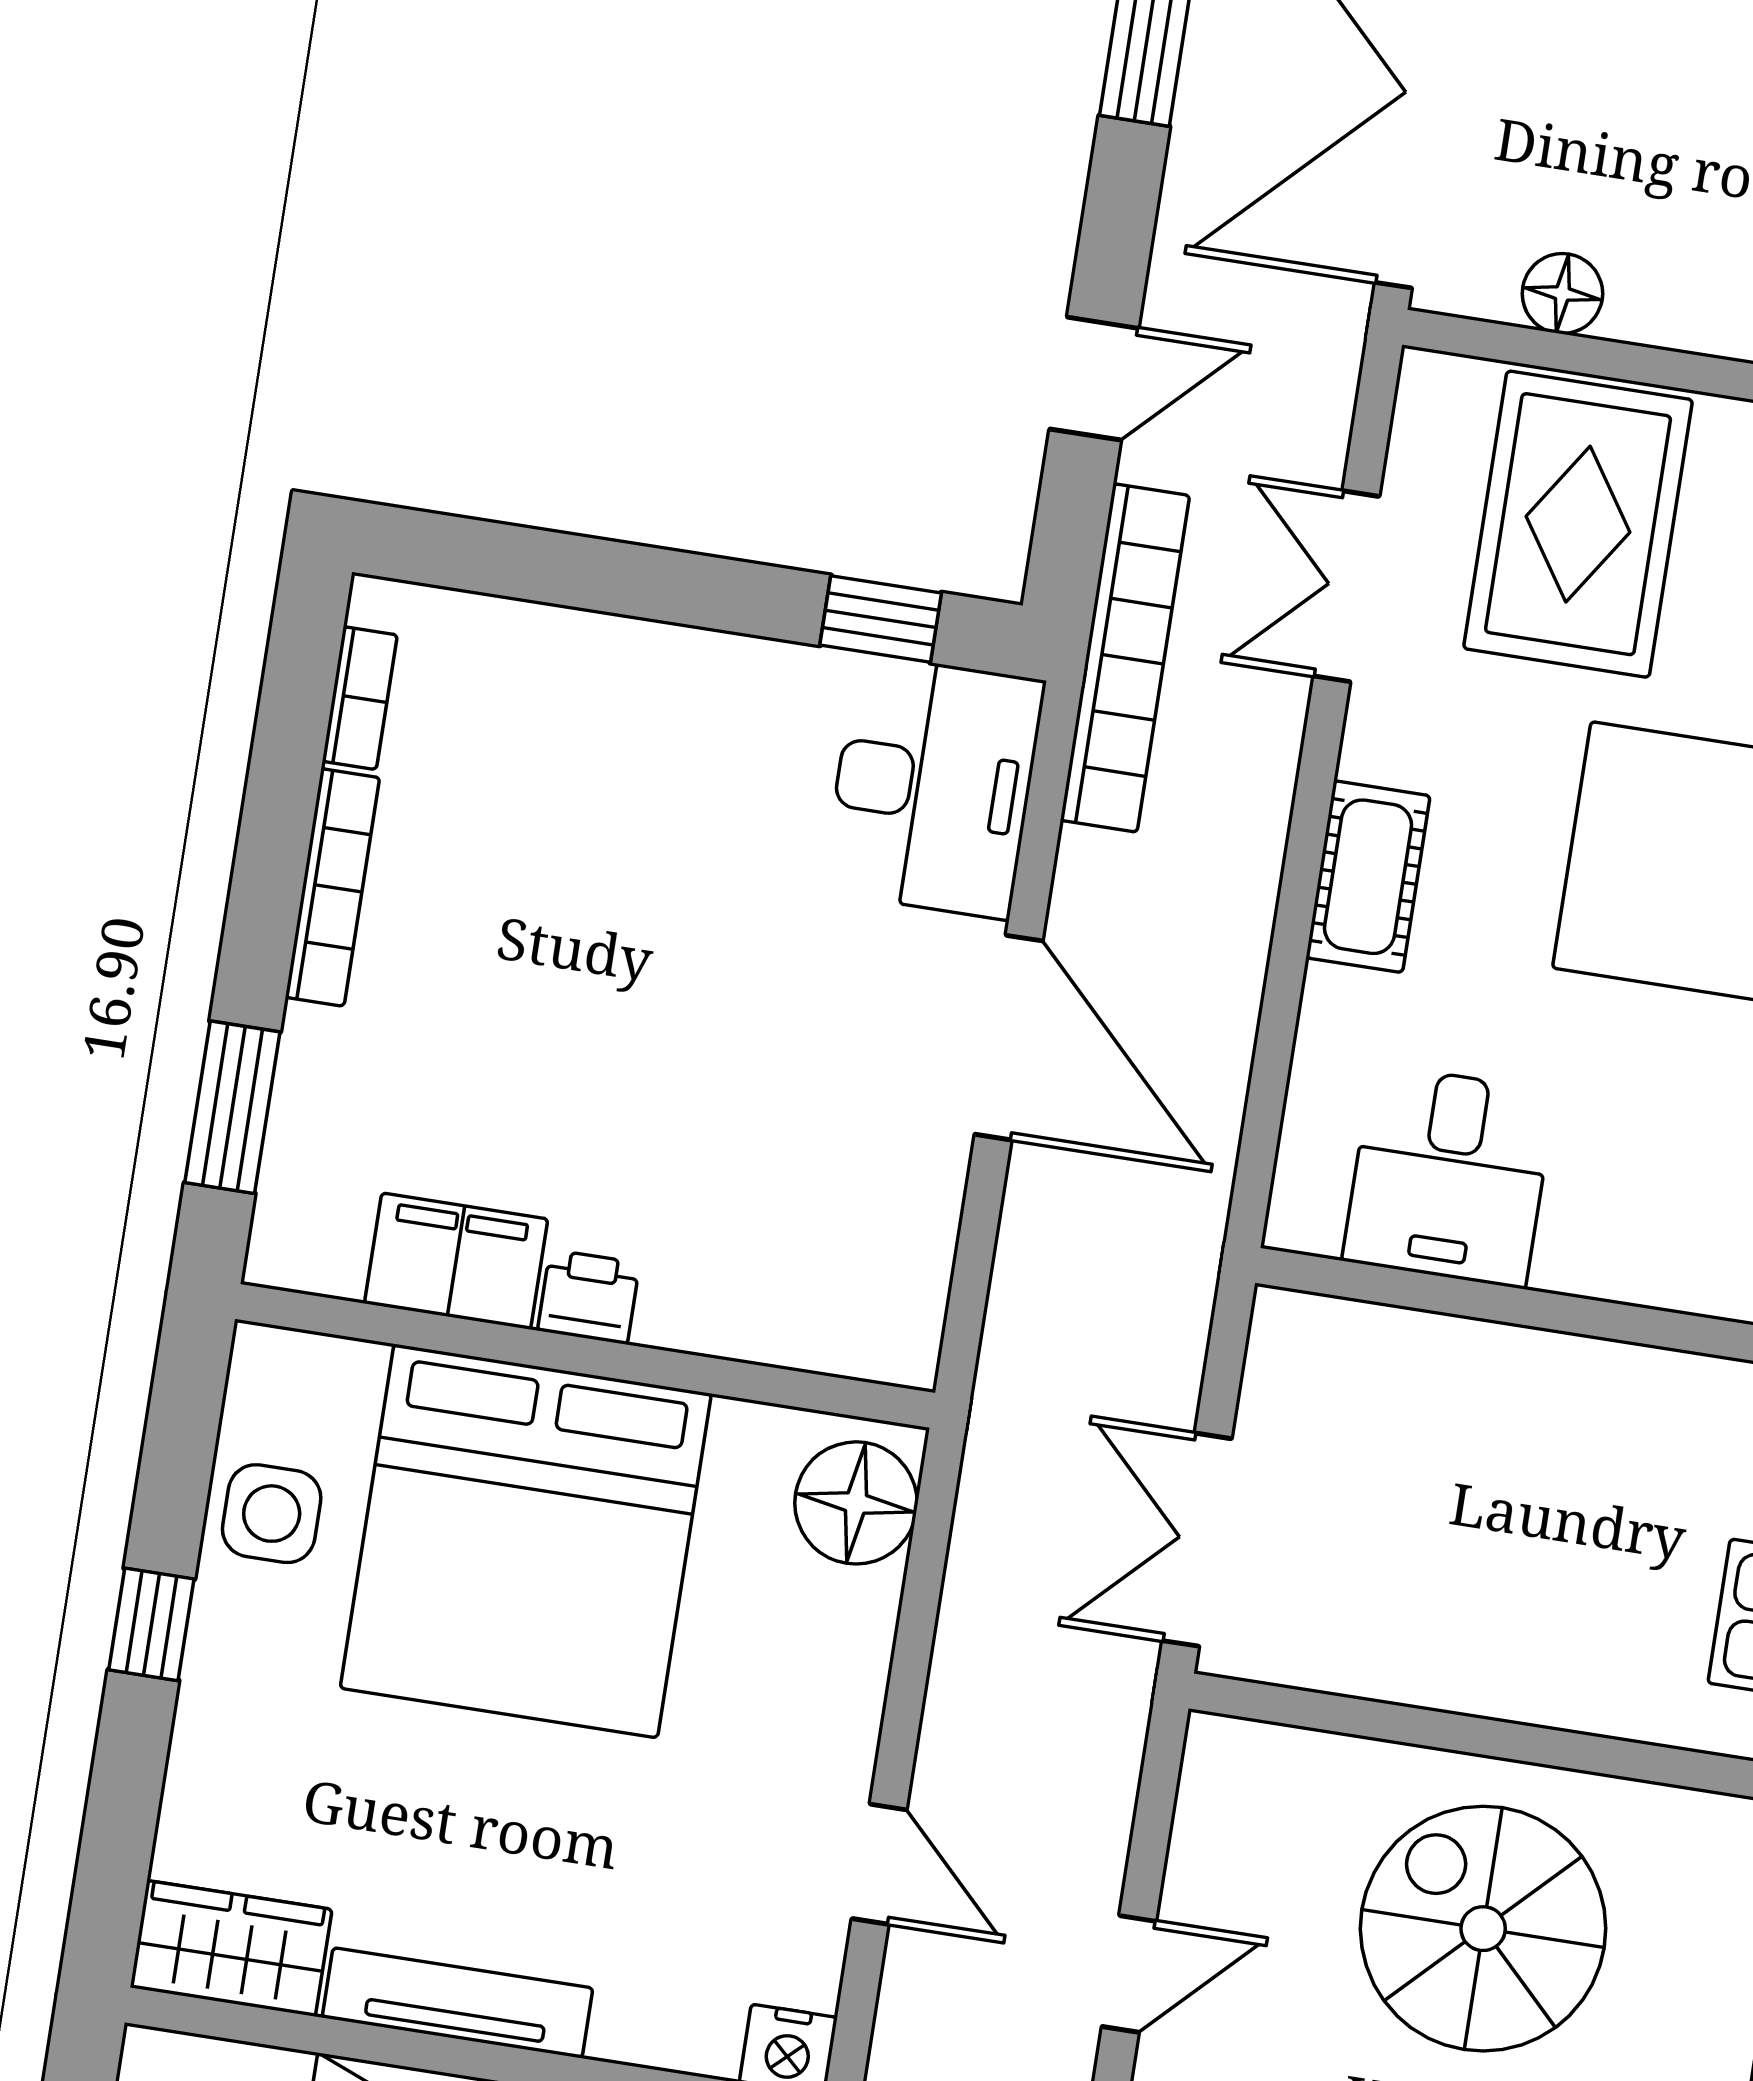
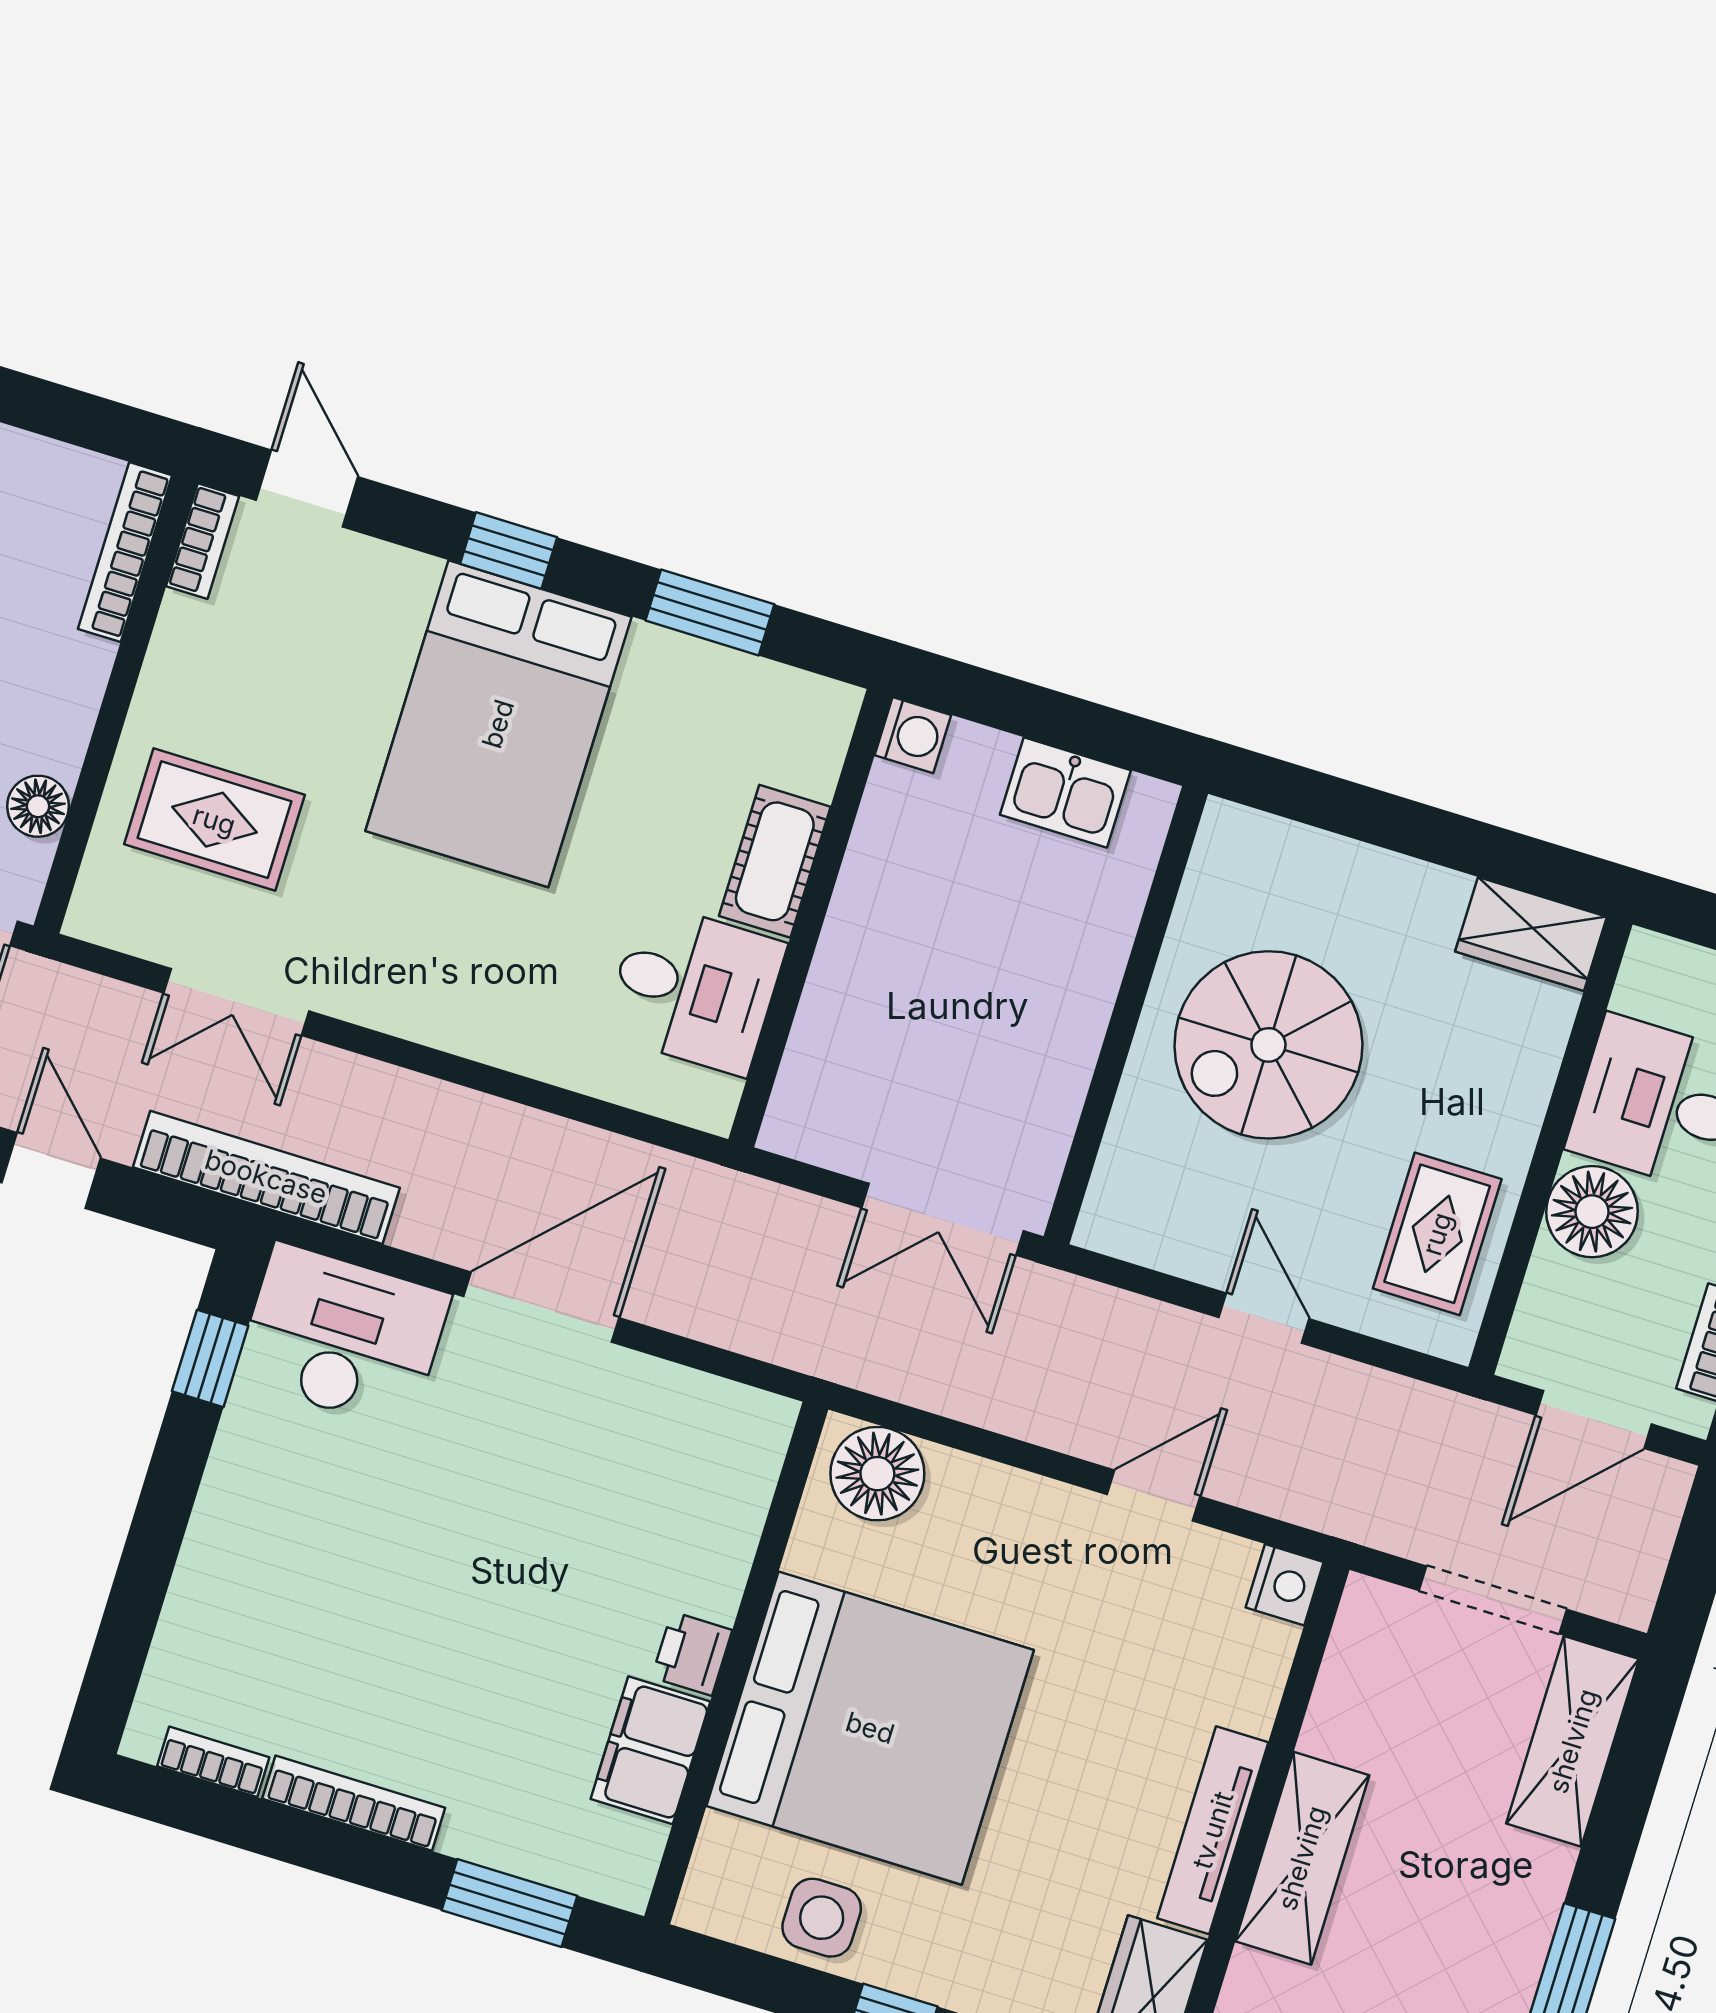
rug: (1578, 524) -> (214, 820), width x0.73, depth x0.70
cot: (1368, 877) -> (775, 861), moved, turned 90

